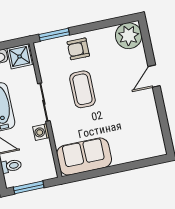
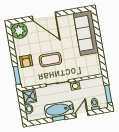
door: (154, 76) -> (44, 16), width x1.87
sofa: (84, 157) -> (86, 33), moved, width x1.36

